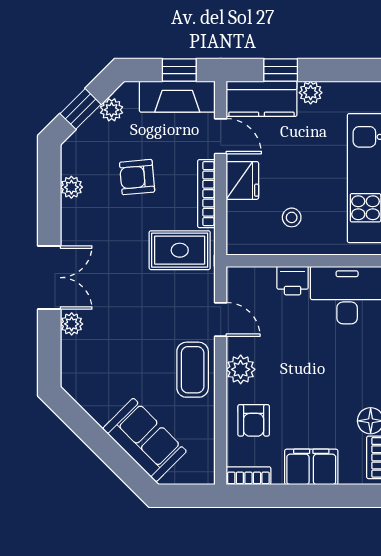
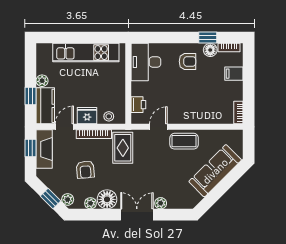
plant: (112, 110) -> (68, 199), moved
stool: (292, 217) -> (109, 116), moved
floor lamp: (79, 219) -> (107, 199), added
printer: (293, 281) -> (138, 105), moved
plant: (241, 369) -> (184, 117), removed
armchair: (254, 420) -> (187, 61), moved
sofa: (145, 440) -> (215, 171), width x1.36
filing cabinet: (311, 467) -> (234, 74), width x0.50

